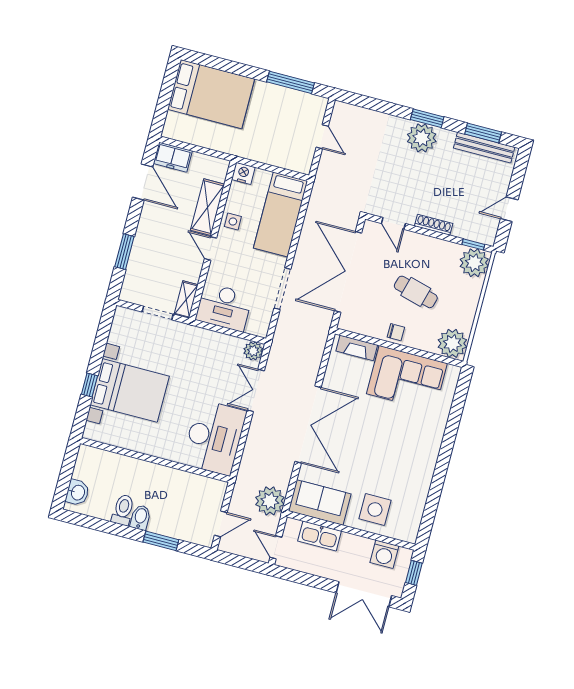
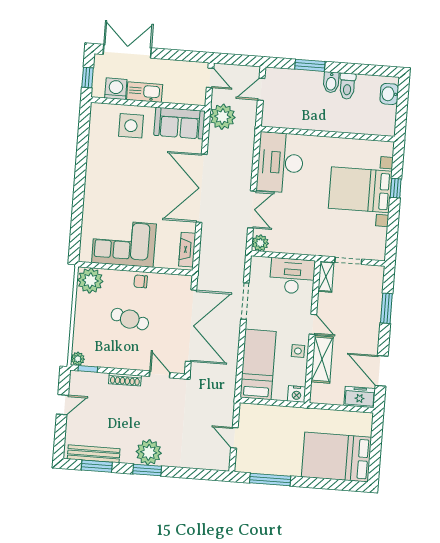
plant: (474, 263) -> (78, 359), width x0.53, depth x0.53
fireplace: (357, 348) -> (187, 250), moved, turned -90
kitchen sink: (320, 536) -> (145, 92), moved

